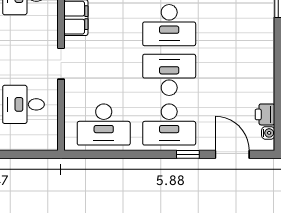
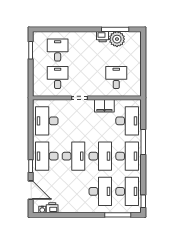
desk: (169, 25) -> (100, 156), turned 180
desk: (235, 25) -> (100, 191), added
door: (232, 154) -> (31, 190), hinge flipped

